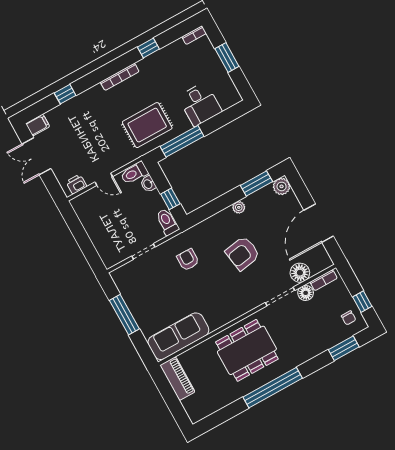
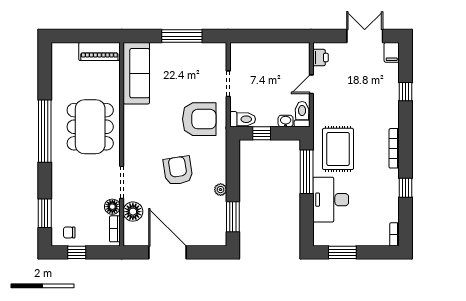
window: (227, 58) -> (342, 252), moved
desk: (200, 104) -> (331, 200), width x1.37
plant: (282, 186) -> (218, 238), removed
armchair: (188, 260) -> (199, 119), width x1.88, depth x1.88

